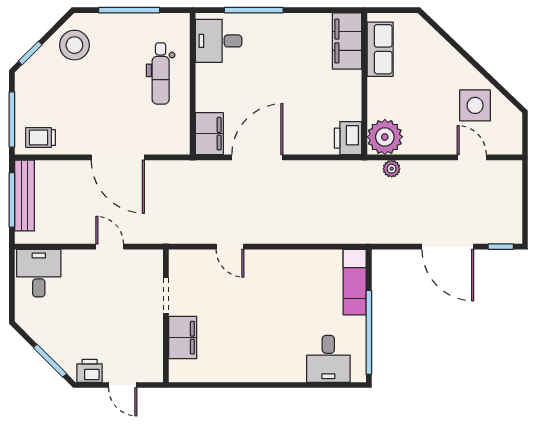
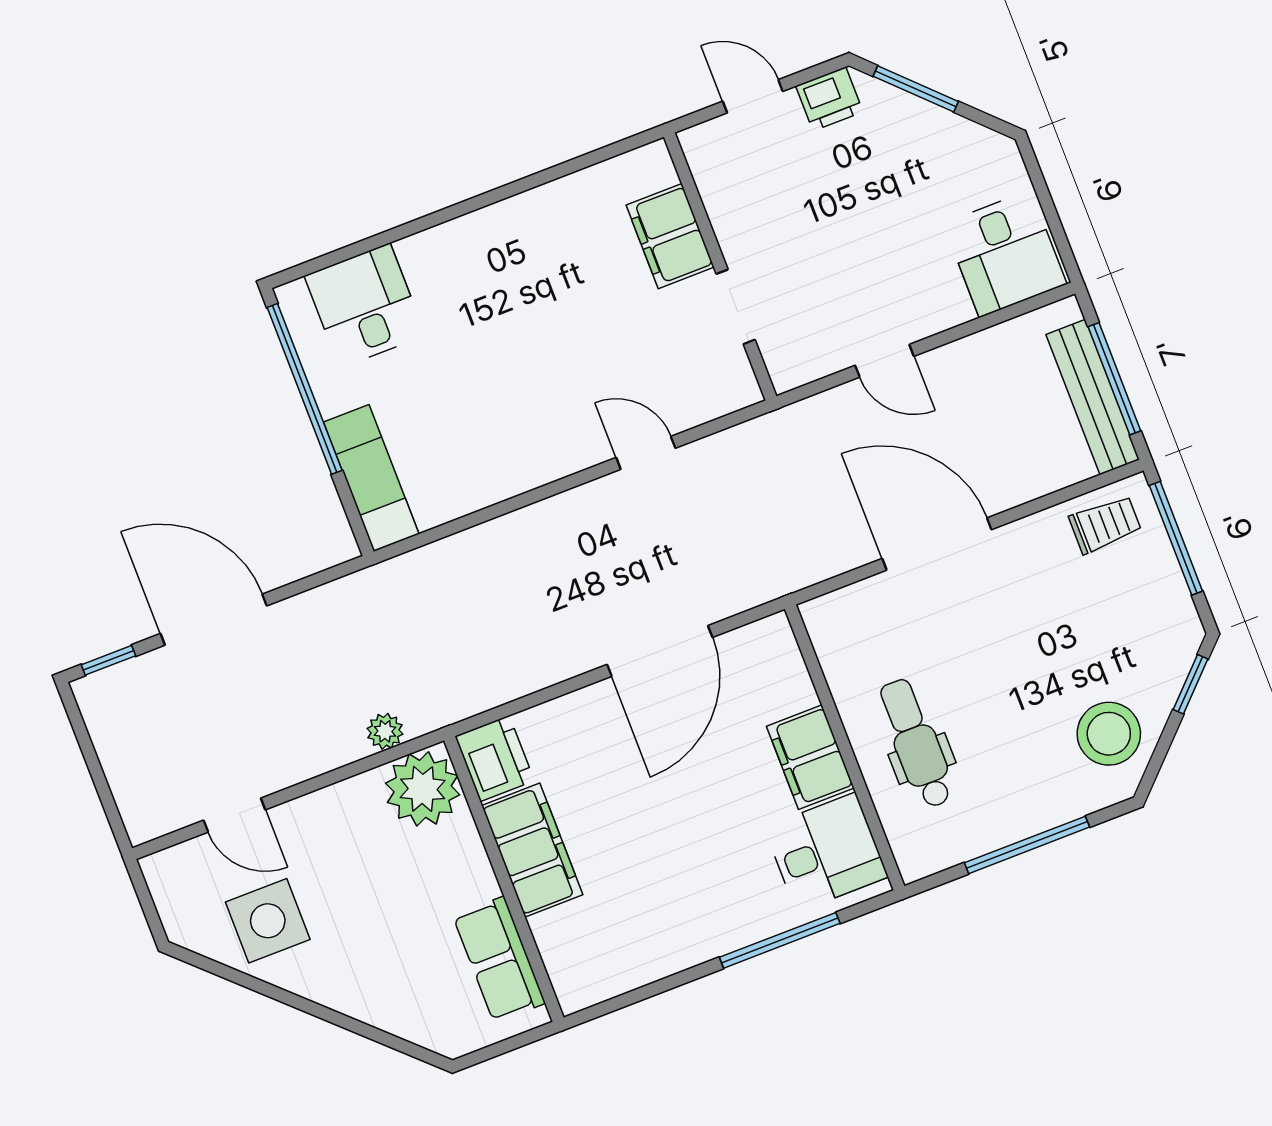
filing cabinet: (347, 41) -> (532, 850), moved
filing cabinet: (209, 134) -> (810, 757), moved

